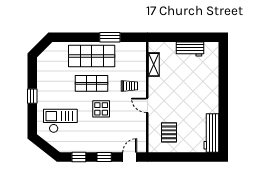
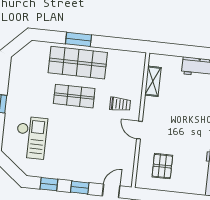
window: (110, 37) -> (78, 39), moved
display table: (101, 109) -> (83, 128), removed
checkout: (60, 121) -> (31, 138), turned 90

